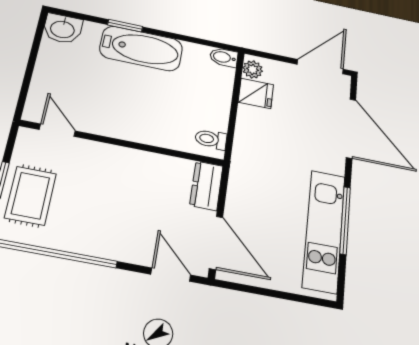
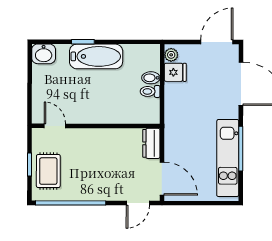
bidet: (224, 57) -> (151, 78), moved
toilet: (211, 139) -> (150, 91), moved
door: (171, 275) -> (138, 203), swing flipped

